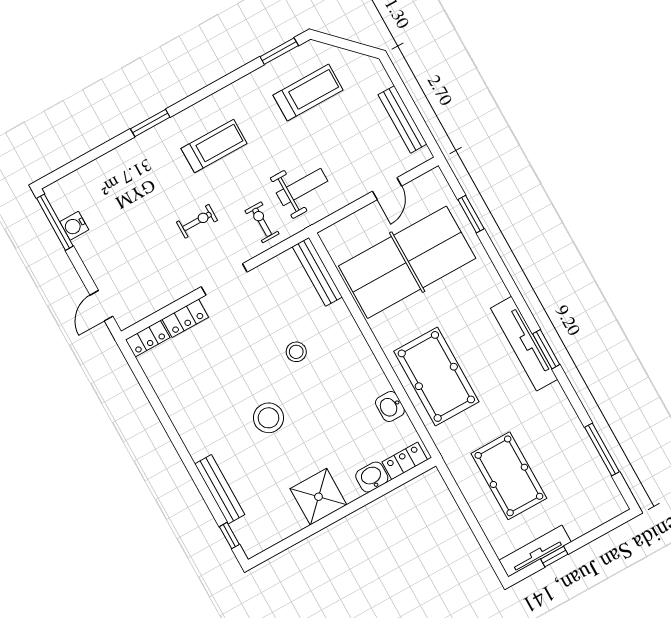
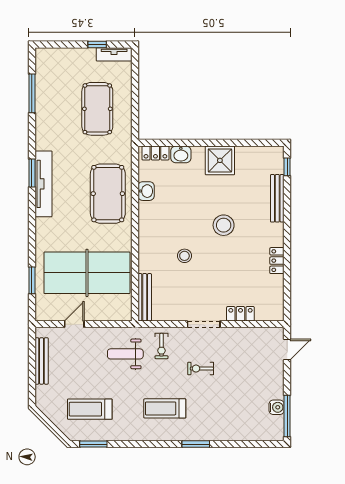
locker: (148, 339) -> (277, 261), moved, turned -90
tv unit: (535, 551) -> (114, 54), width x0.71

